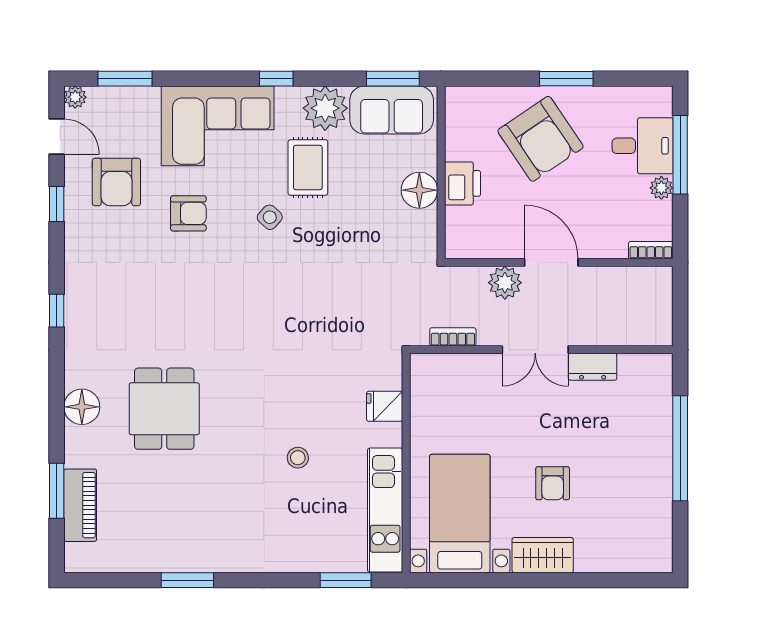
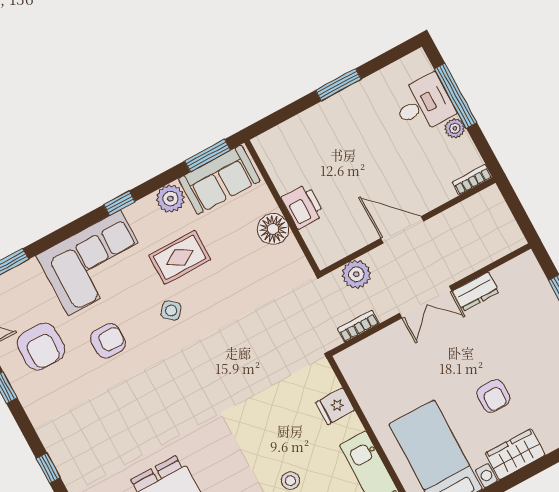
plant: (325, 108) -> (170, 199), width x0.73, depth x0.73
armchair: (540, 139) -> (344, 141), removed
rug: (308, 168) -> (180, 257), turned 90
plant: (505, 283) -> (356, 274), moved

